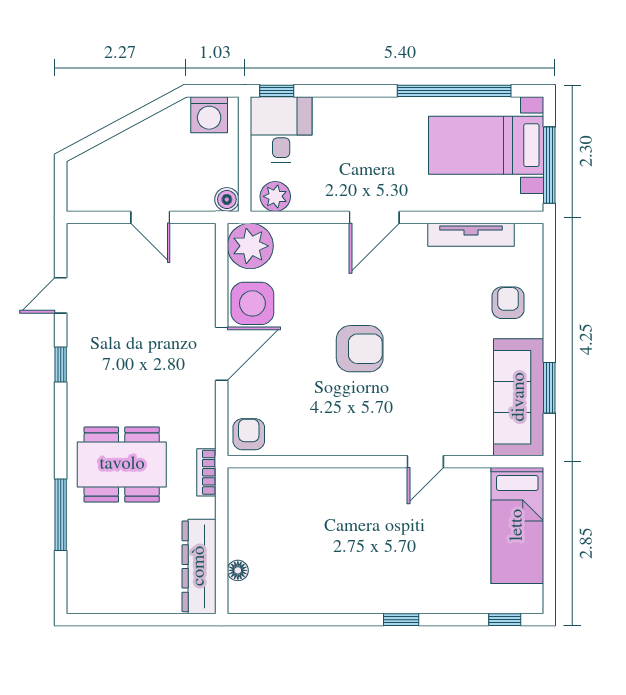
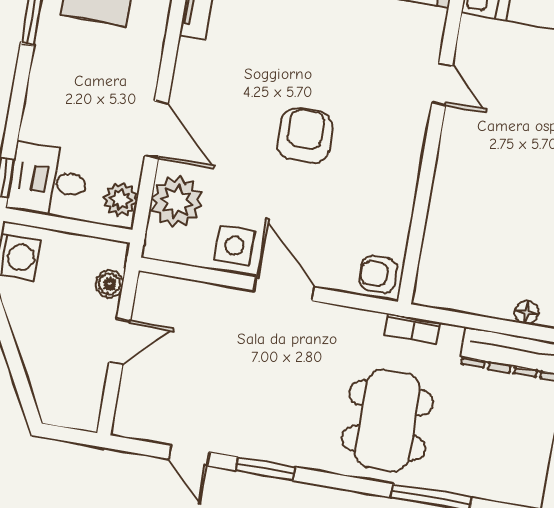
boiler: (227, 199) -> (109, 284), moved
door: (374, 217) -> (156, 130), moved
plant: (250, 246) -> (177, 202), moved
side table: (252, 303) -> (234, 245), width x0.73, depth x0.73
window: (61, 364) -> (265, 469), width x1.50

